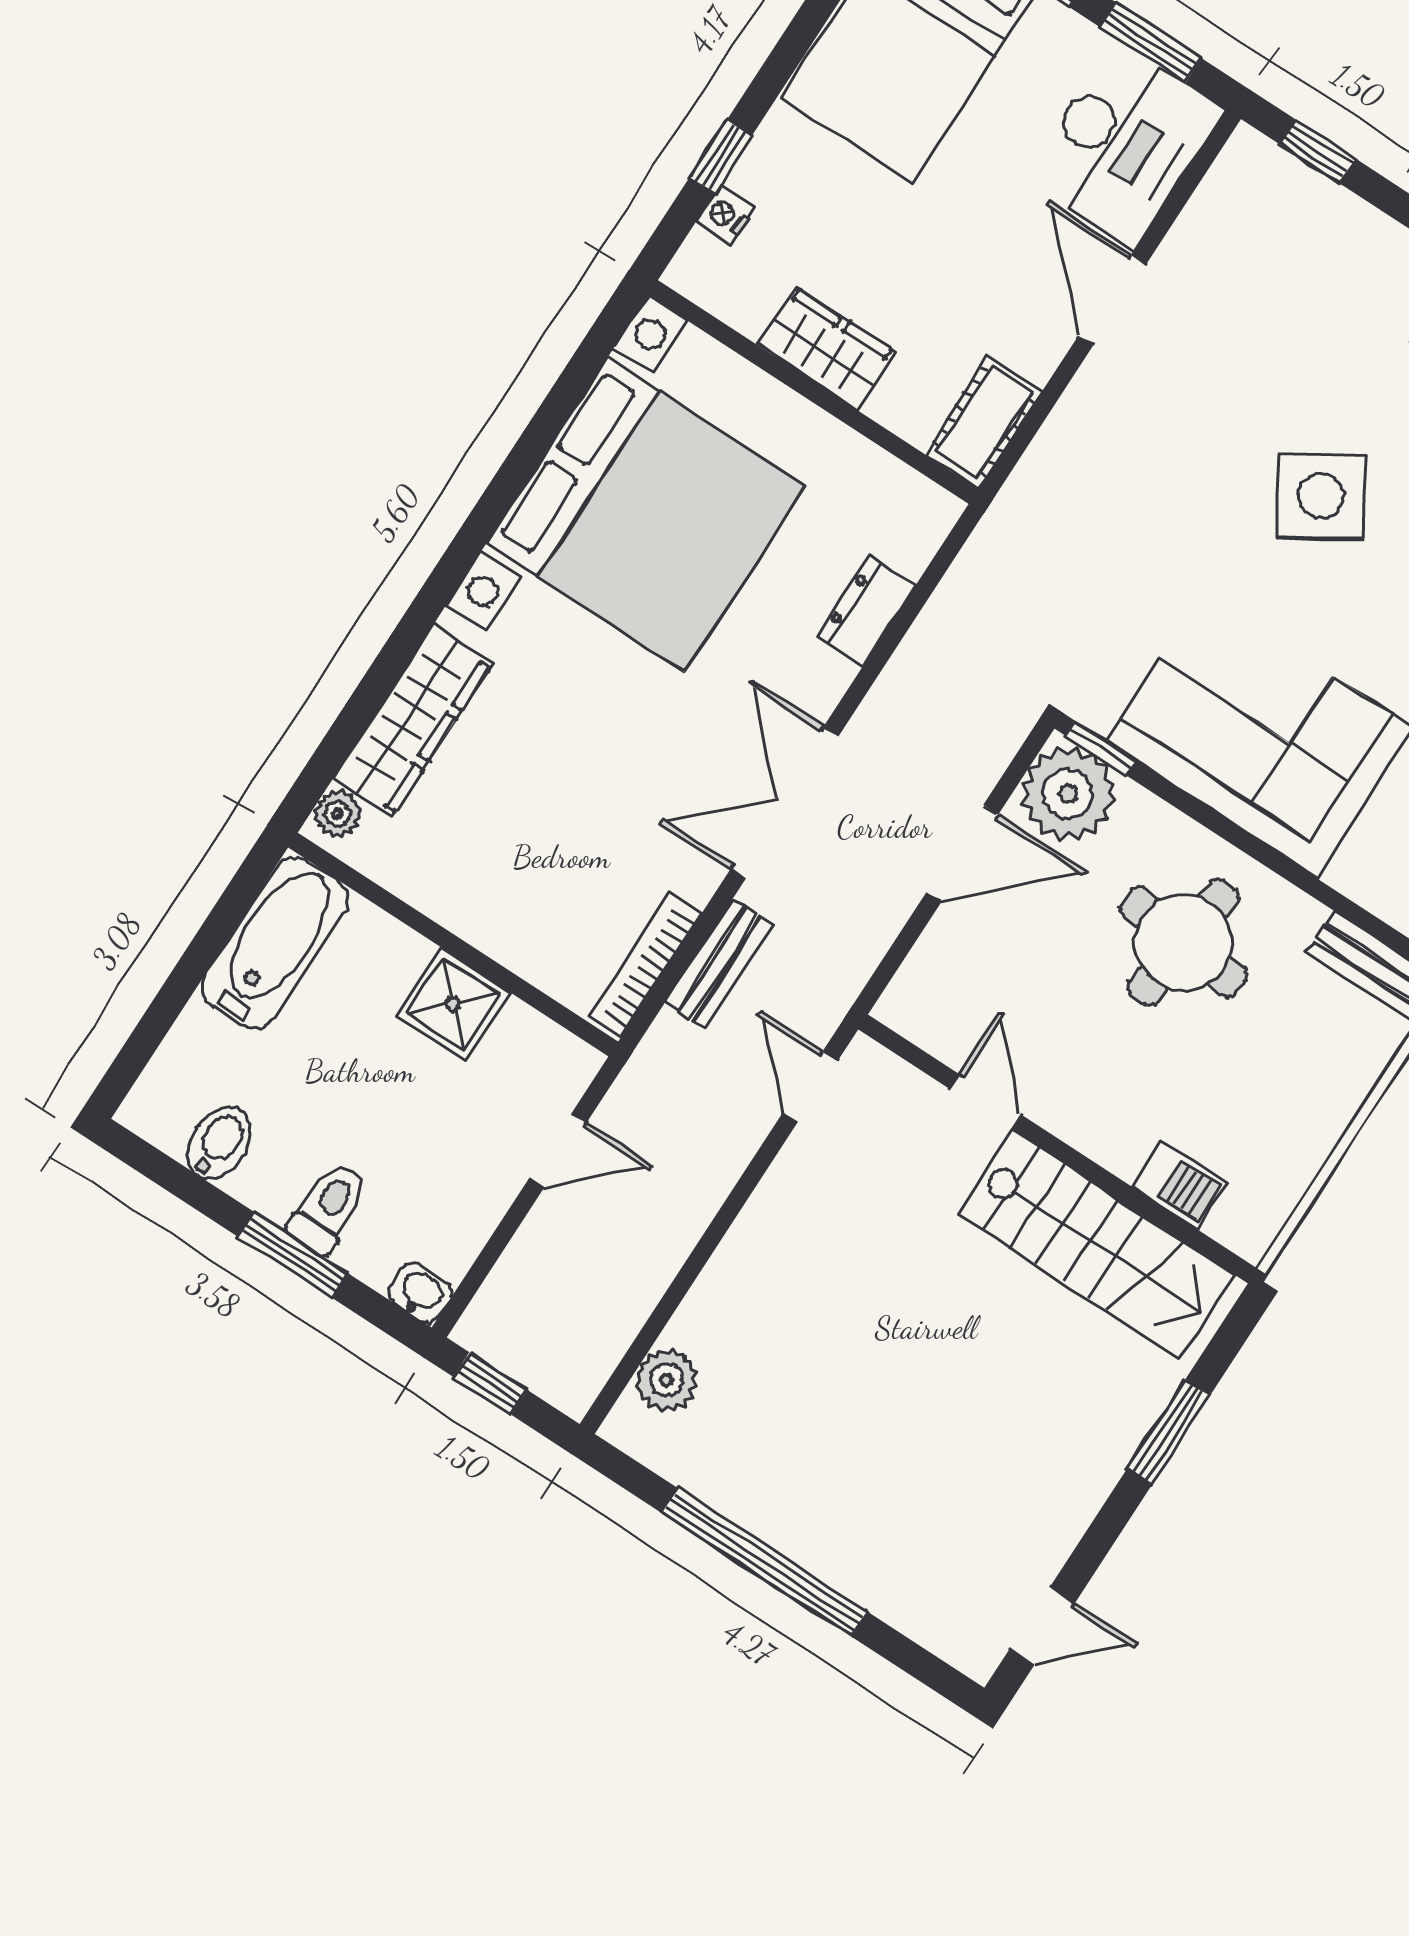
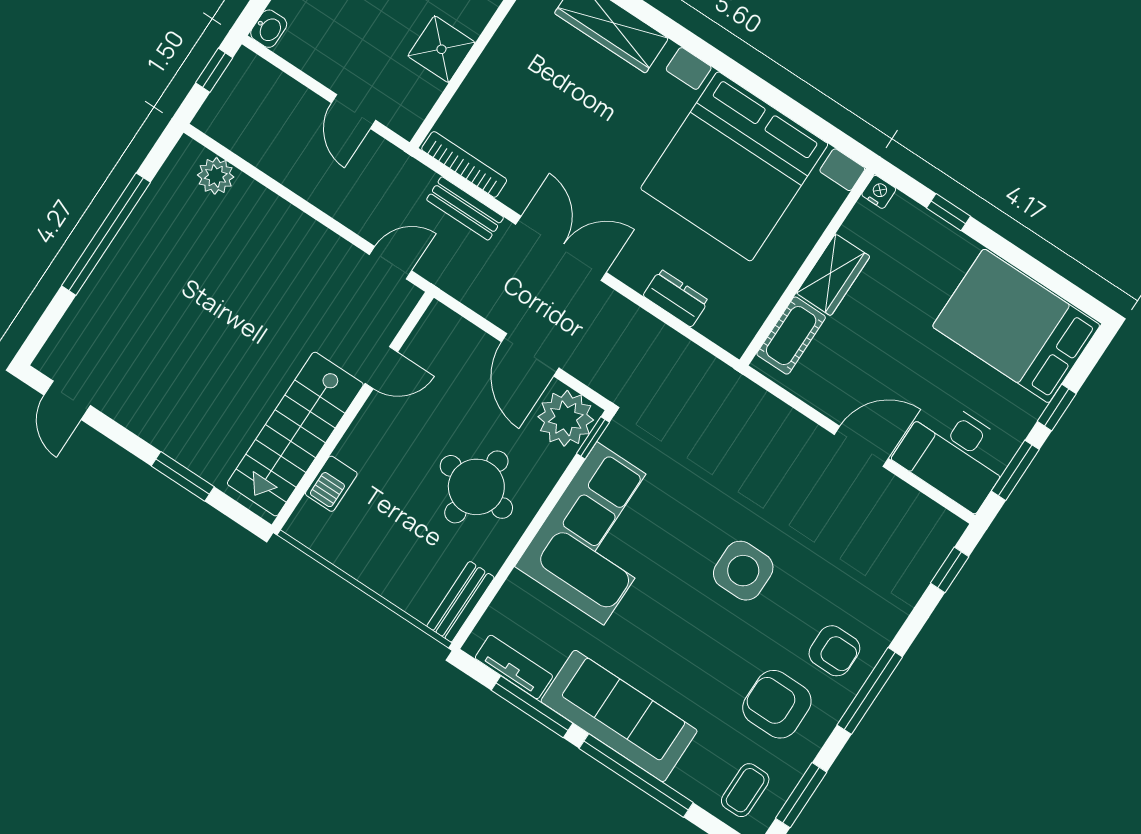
nightstand: (725, 215) -> (879, 192), moved
cot: (984, 422) -> (791, 336), moved, turned 90
side table: (1321, 496) -> (743, 571), turned 33

